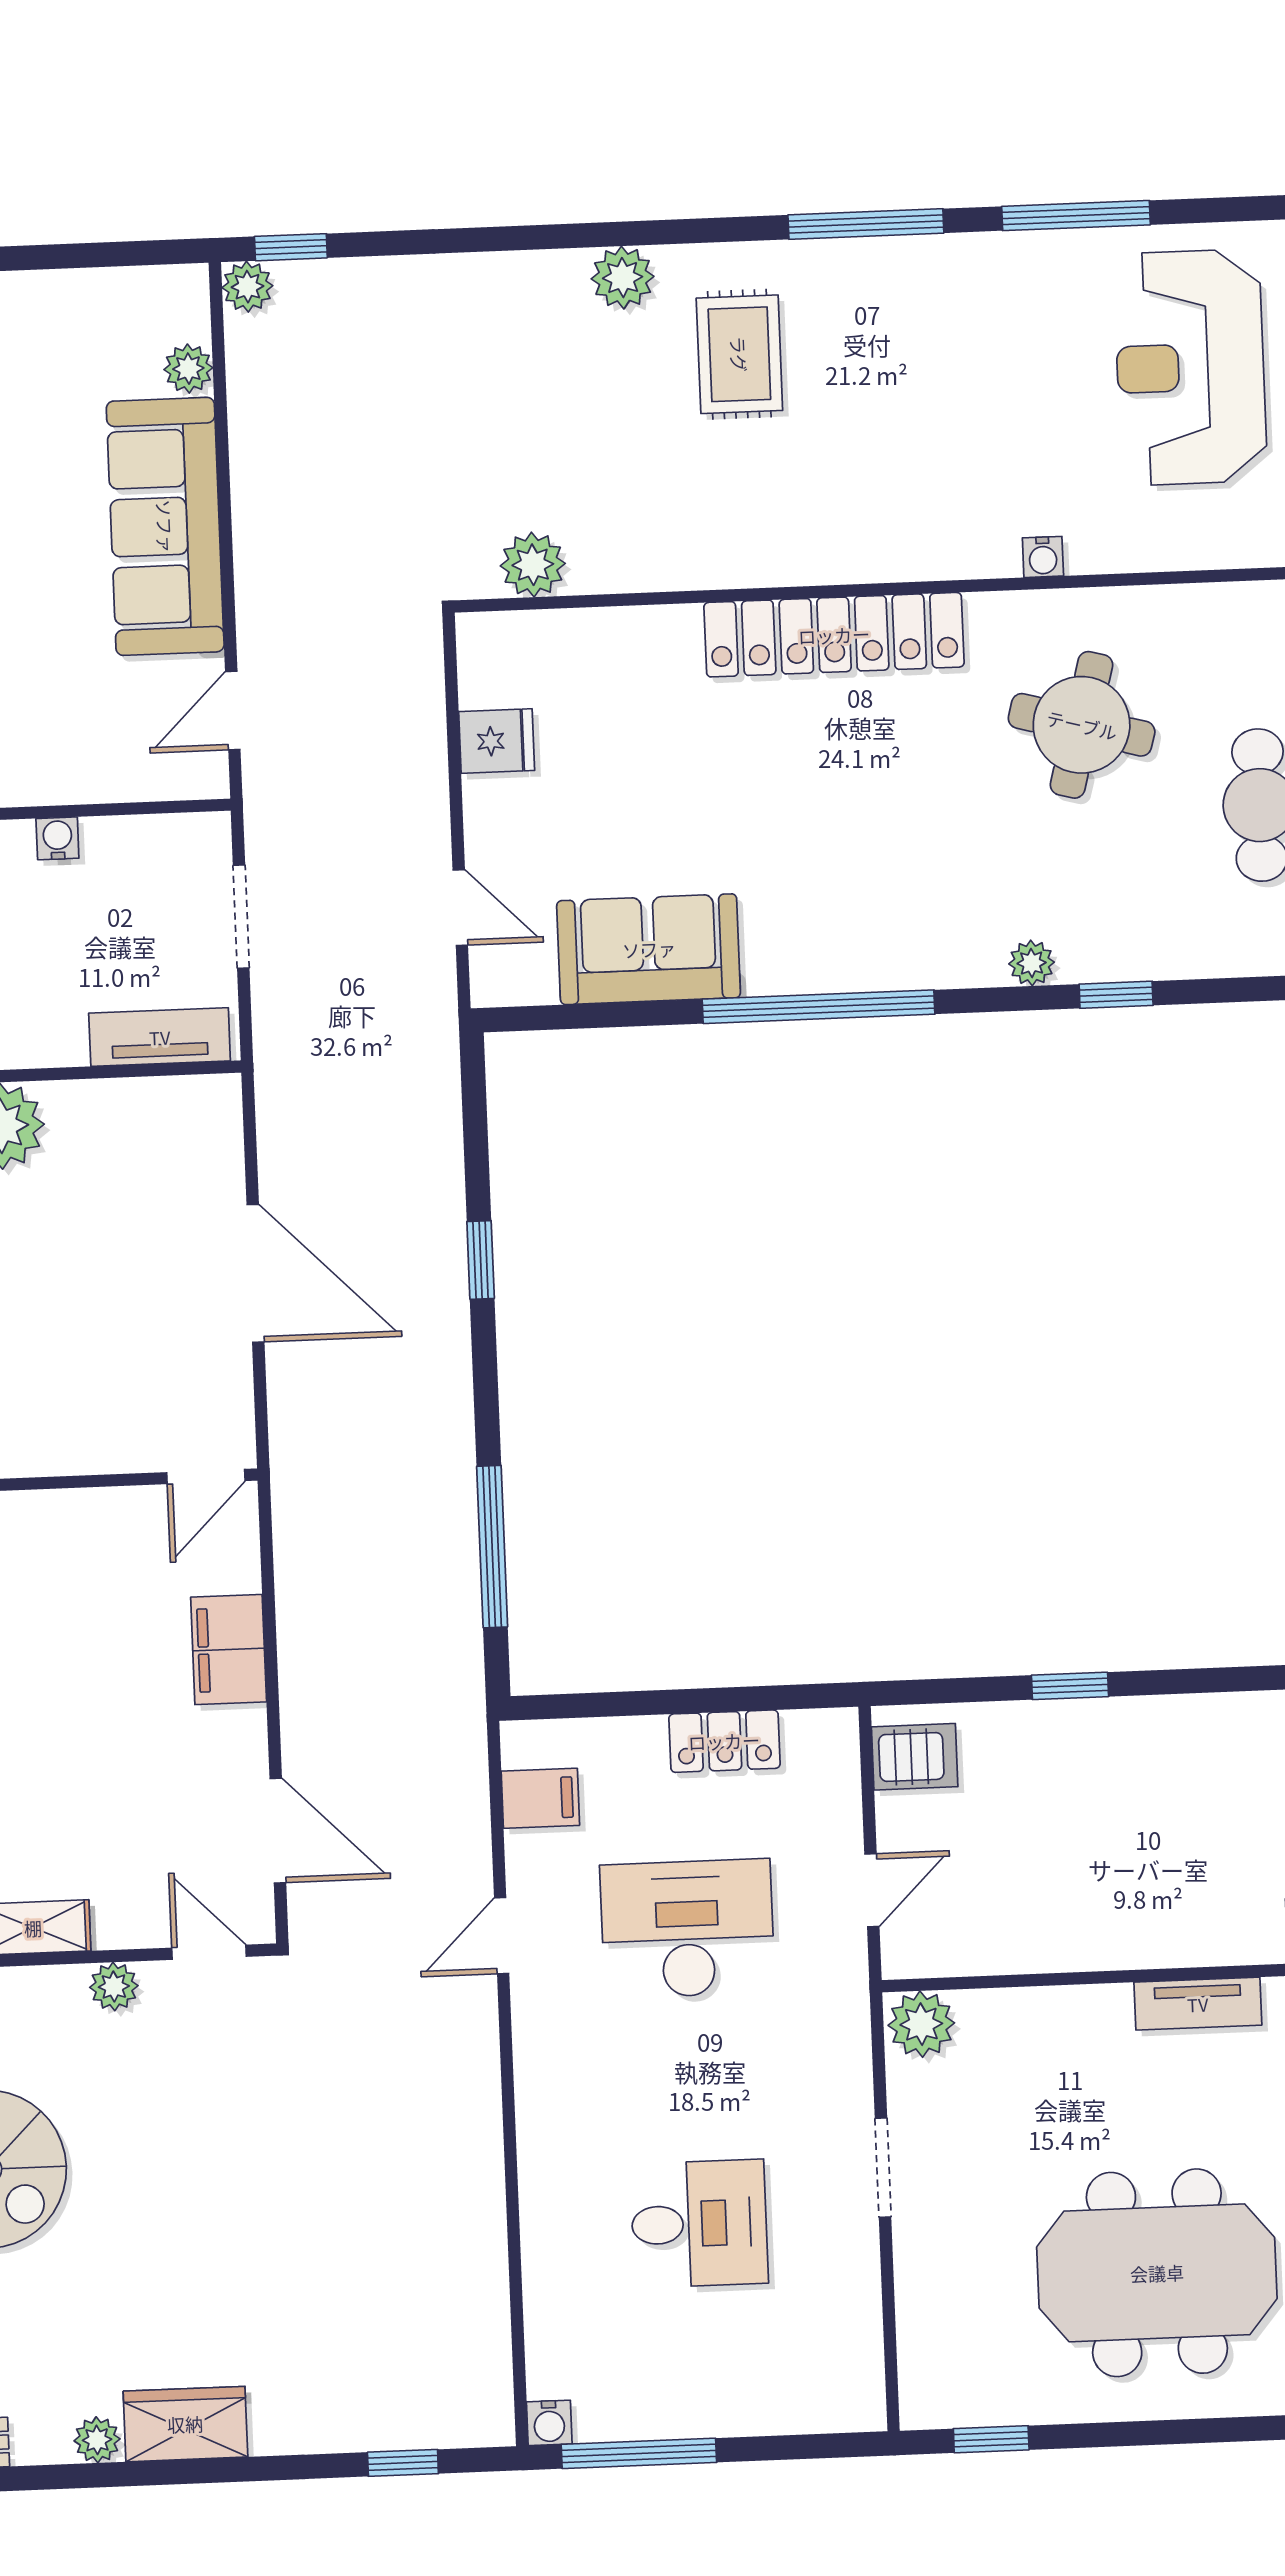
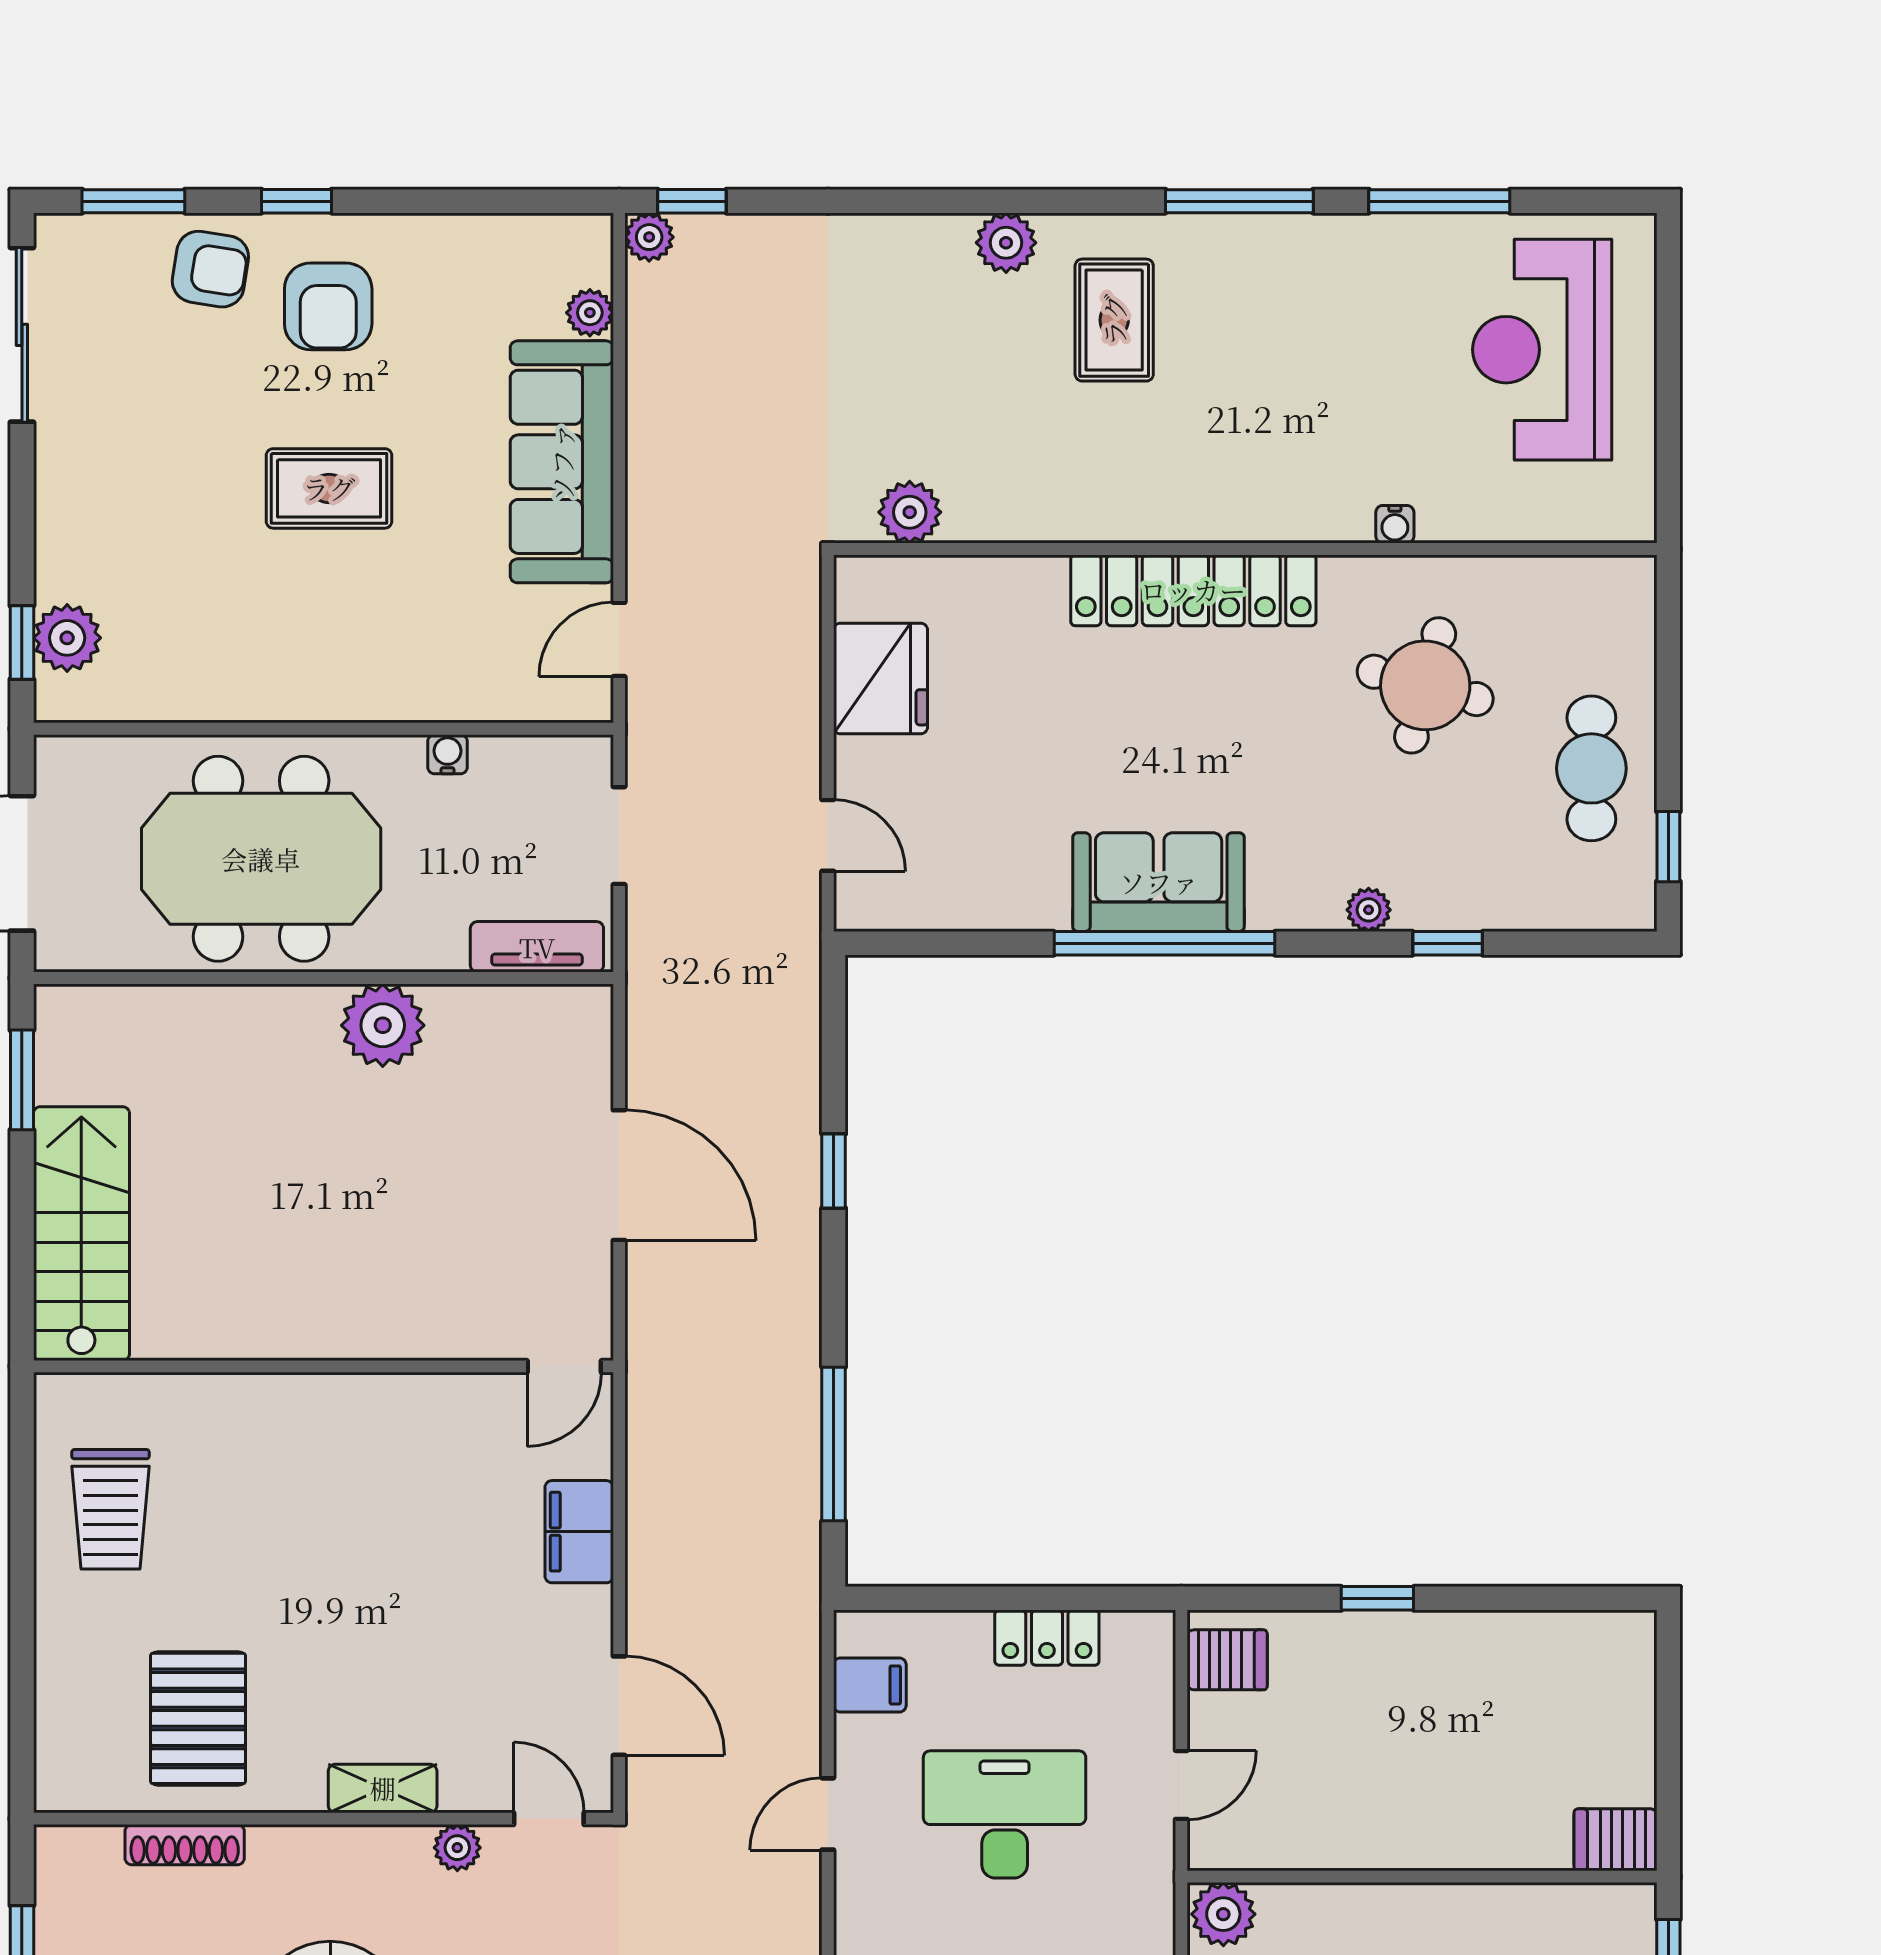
fridge: (497, 741) -> (881, 678), width x1.88, depth x1.34
sofa: (649, 949) -> (1159, 882), moved
tv unit: (1198, 2004) -> (1487, 1905), removed

